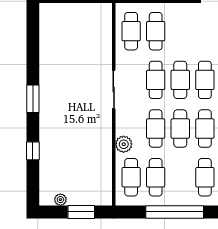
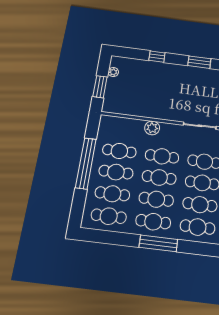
cafe table: (131, 177) -> (116, 172), moved

